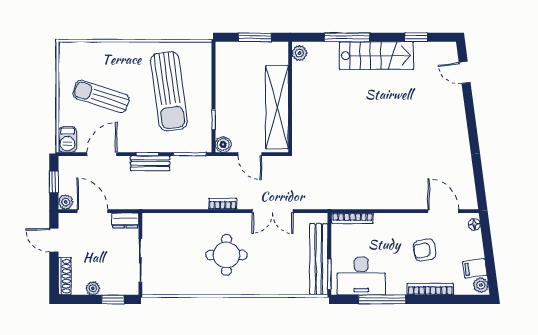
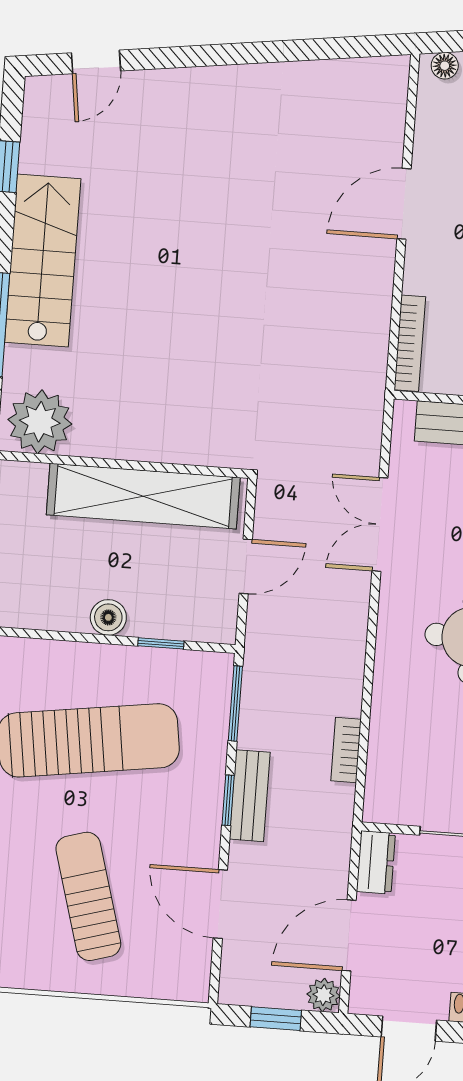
plant: (300, 53) -> (40, 422), width x1.88, depth x1.88
sun lounger: (101, 96) -> (88, 896), turned 146
barbecue: (68, 139) -> (181, 980), removed
boiler: (223, 144) -> (108, 617), moved
bookcase: (223, 204) -> (346, 750), moved
double door: (273, 211) -> (380, 524), swing flipped
door: (443, 211) -> (404, 204), moved

